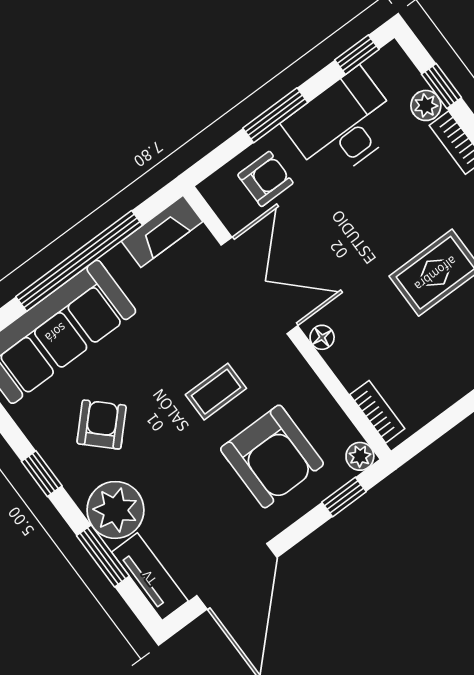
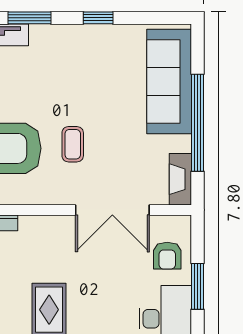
floor lamp: (322, 337) -> (60, 223), removed
armchair: (102, 424) -> (101, 70), removed
plant: (115, 510) -> (49, 43), removed

